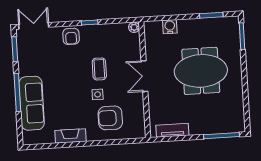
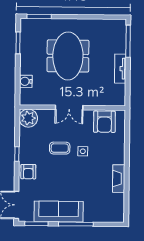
plant: (134, 27) -> (28, 118), width x1.87, depth x1.87
armchair: (71, 36) -> (28, 172), turned 90
sofa: (32, 103) -> (59, 212), moved
armchair: (110, 118) -> (104, 122), moved
tv unit: (172, 130) -> (120, 69), moved

